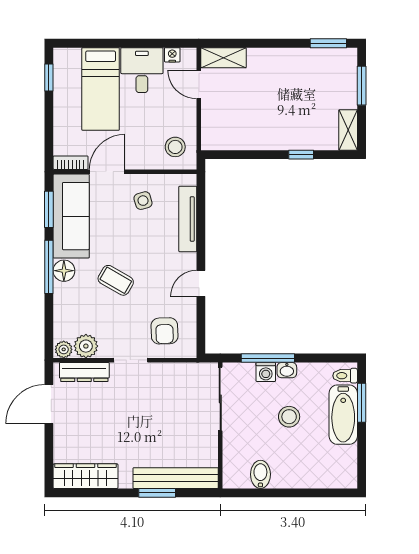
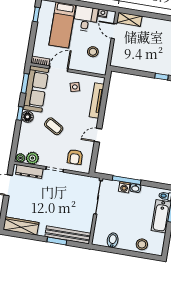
stool: (175, 147) -> (93, 52), moved
window: (49, 267) -> (20, 113), width x0.46
stool: (289, 417) -> (142, 244), moved

